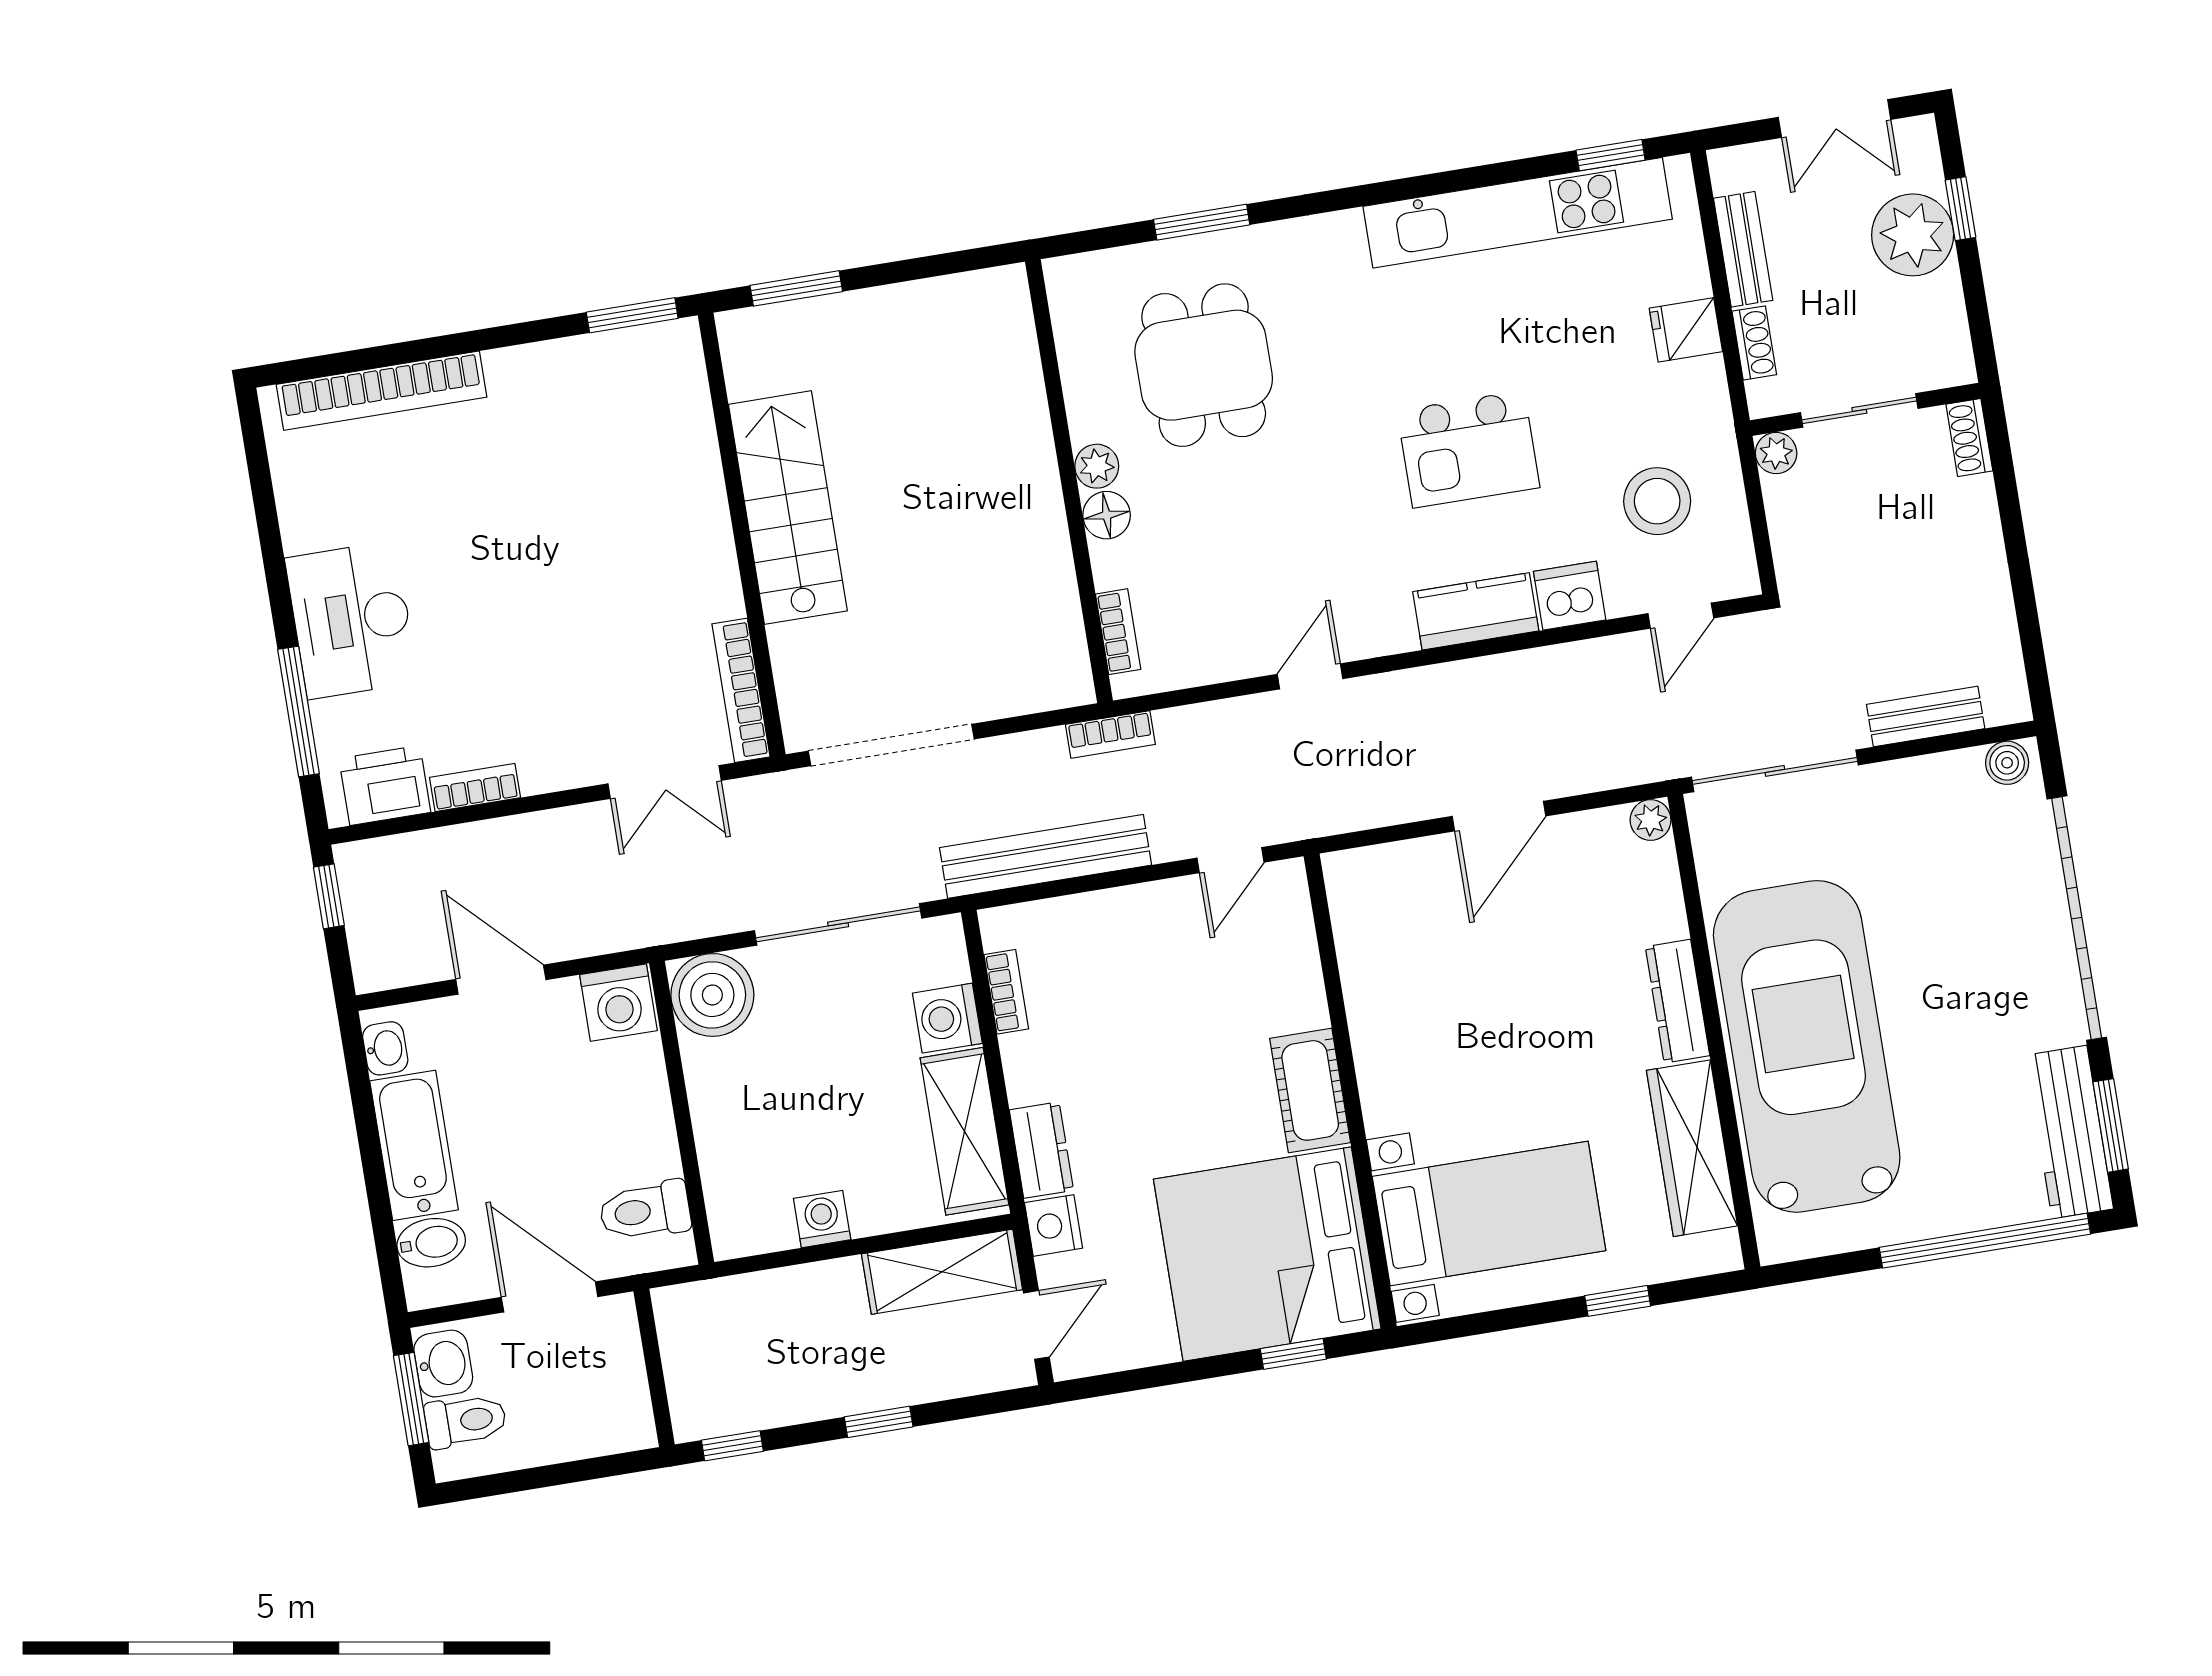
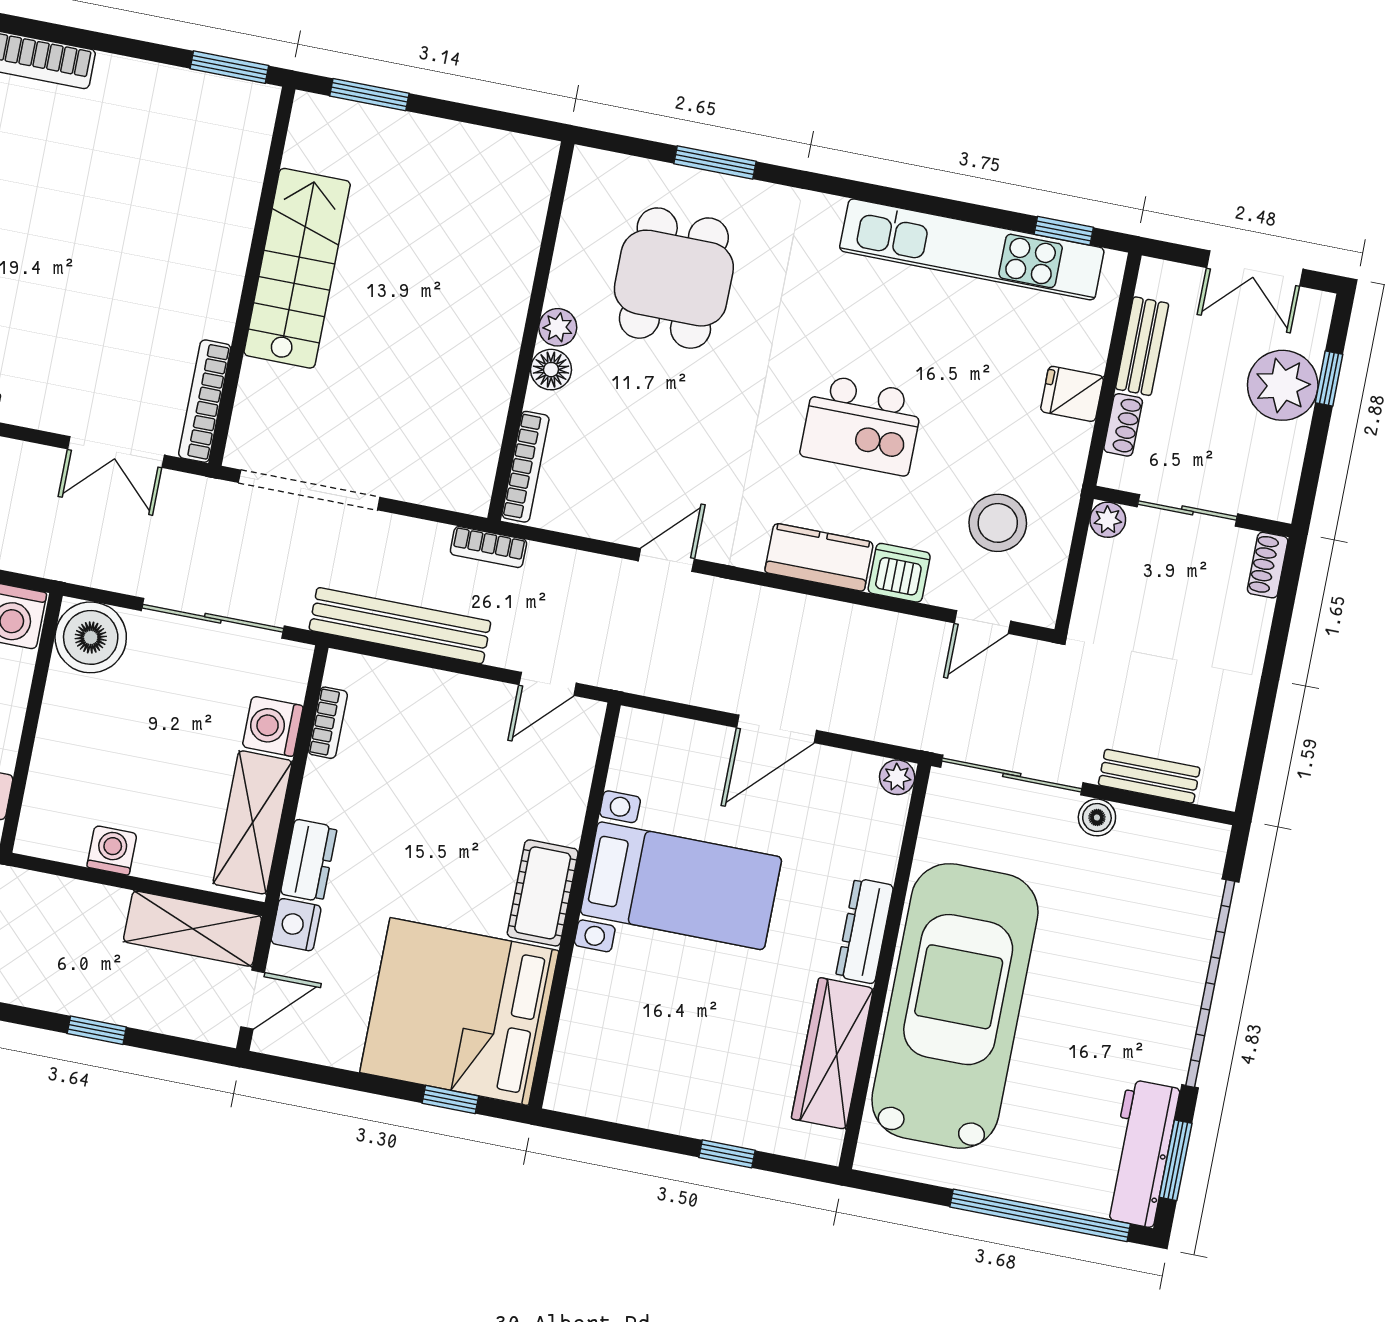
bookcase: (1118, 632) -> (525, 467), width x1.56
boiler: (2007, 763) -> (1097, 817), moved
bed with nightstands: (1489, 1213) -> (681, 886), moved

